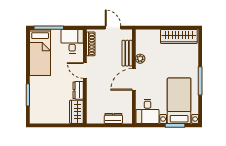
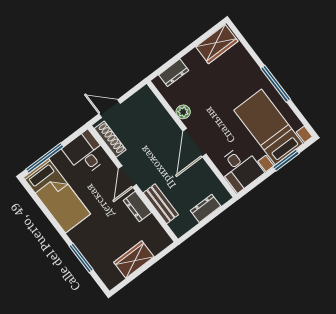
door: (113, 28) -> (110, 109), moved
dresser: (151, 34) -> (174, 73), added
wardrobe: (179, 36) -> (217, 44), width x0.67
bench: (127, 53) -> (161, 204), moved
door: (85, 71) -> (127, 177), hinge flipped
wardrobe: (76, 112) -> (134, 259), moved, turned 90

